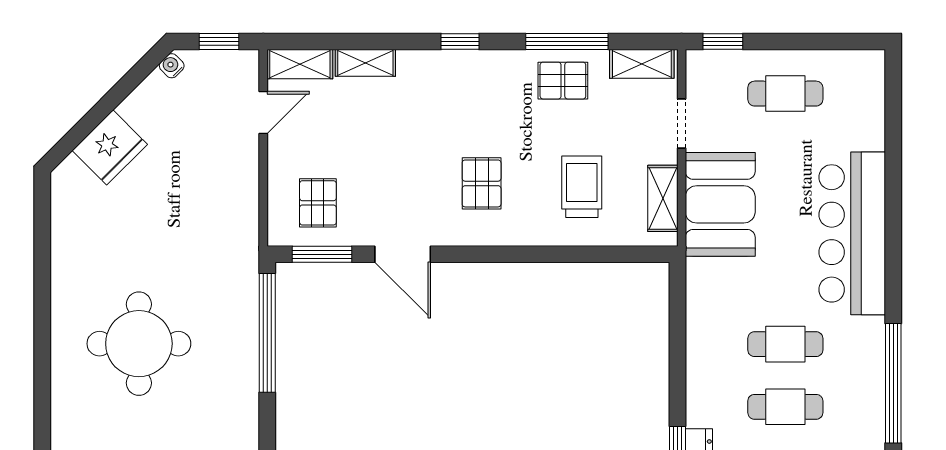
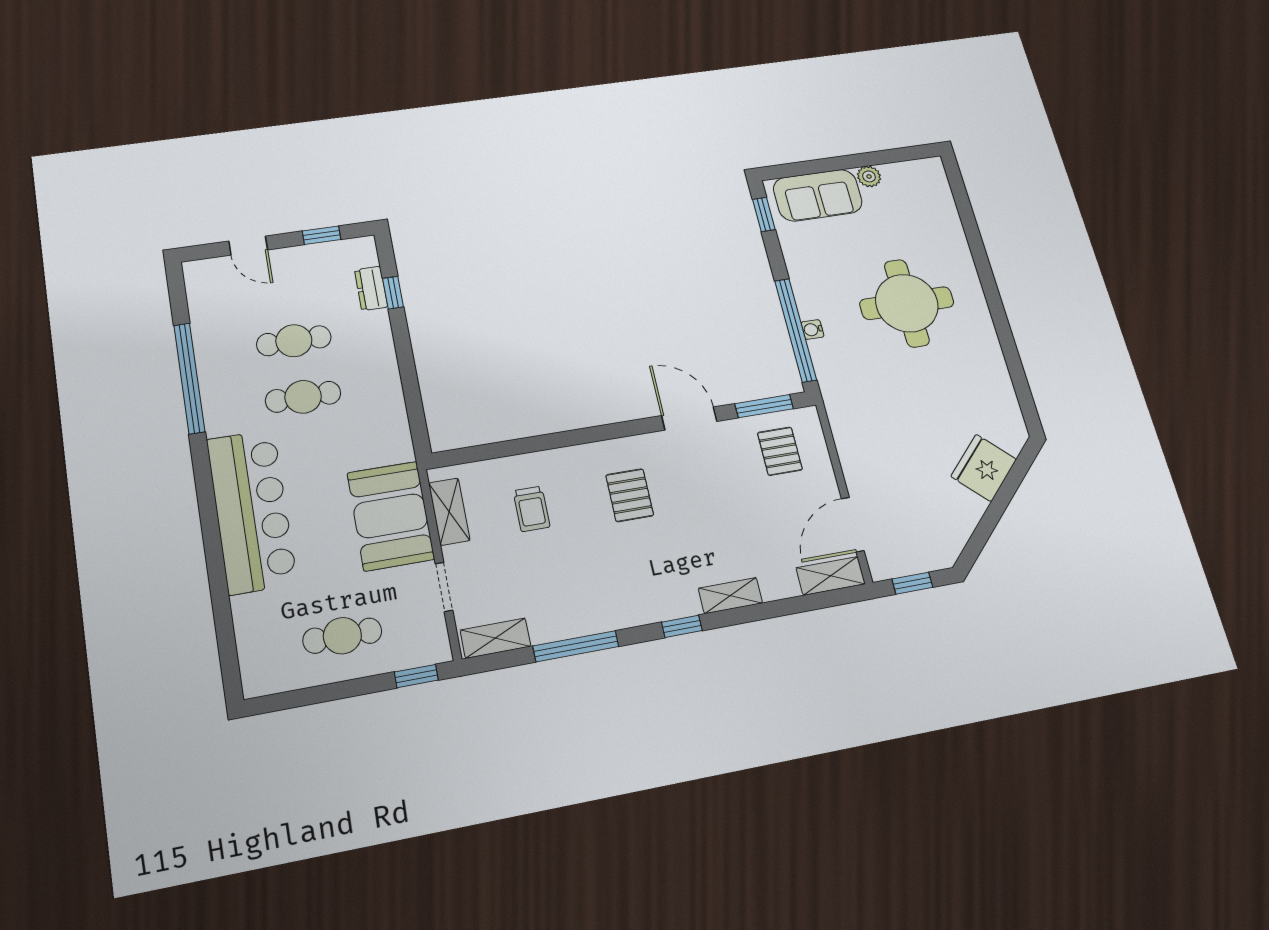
shelving: (365, 63) -> (730, 596), moved
water cooler: (172, 66) -> (812, 329), moved, turned 135
pallet: (563, 81) -> (572, 607), removed
door: (263, 112) -> (853, 525), width x1.38
trolley: (582, 187) -> (532, 509), width x0.73, depth x0.72

